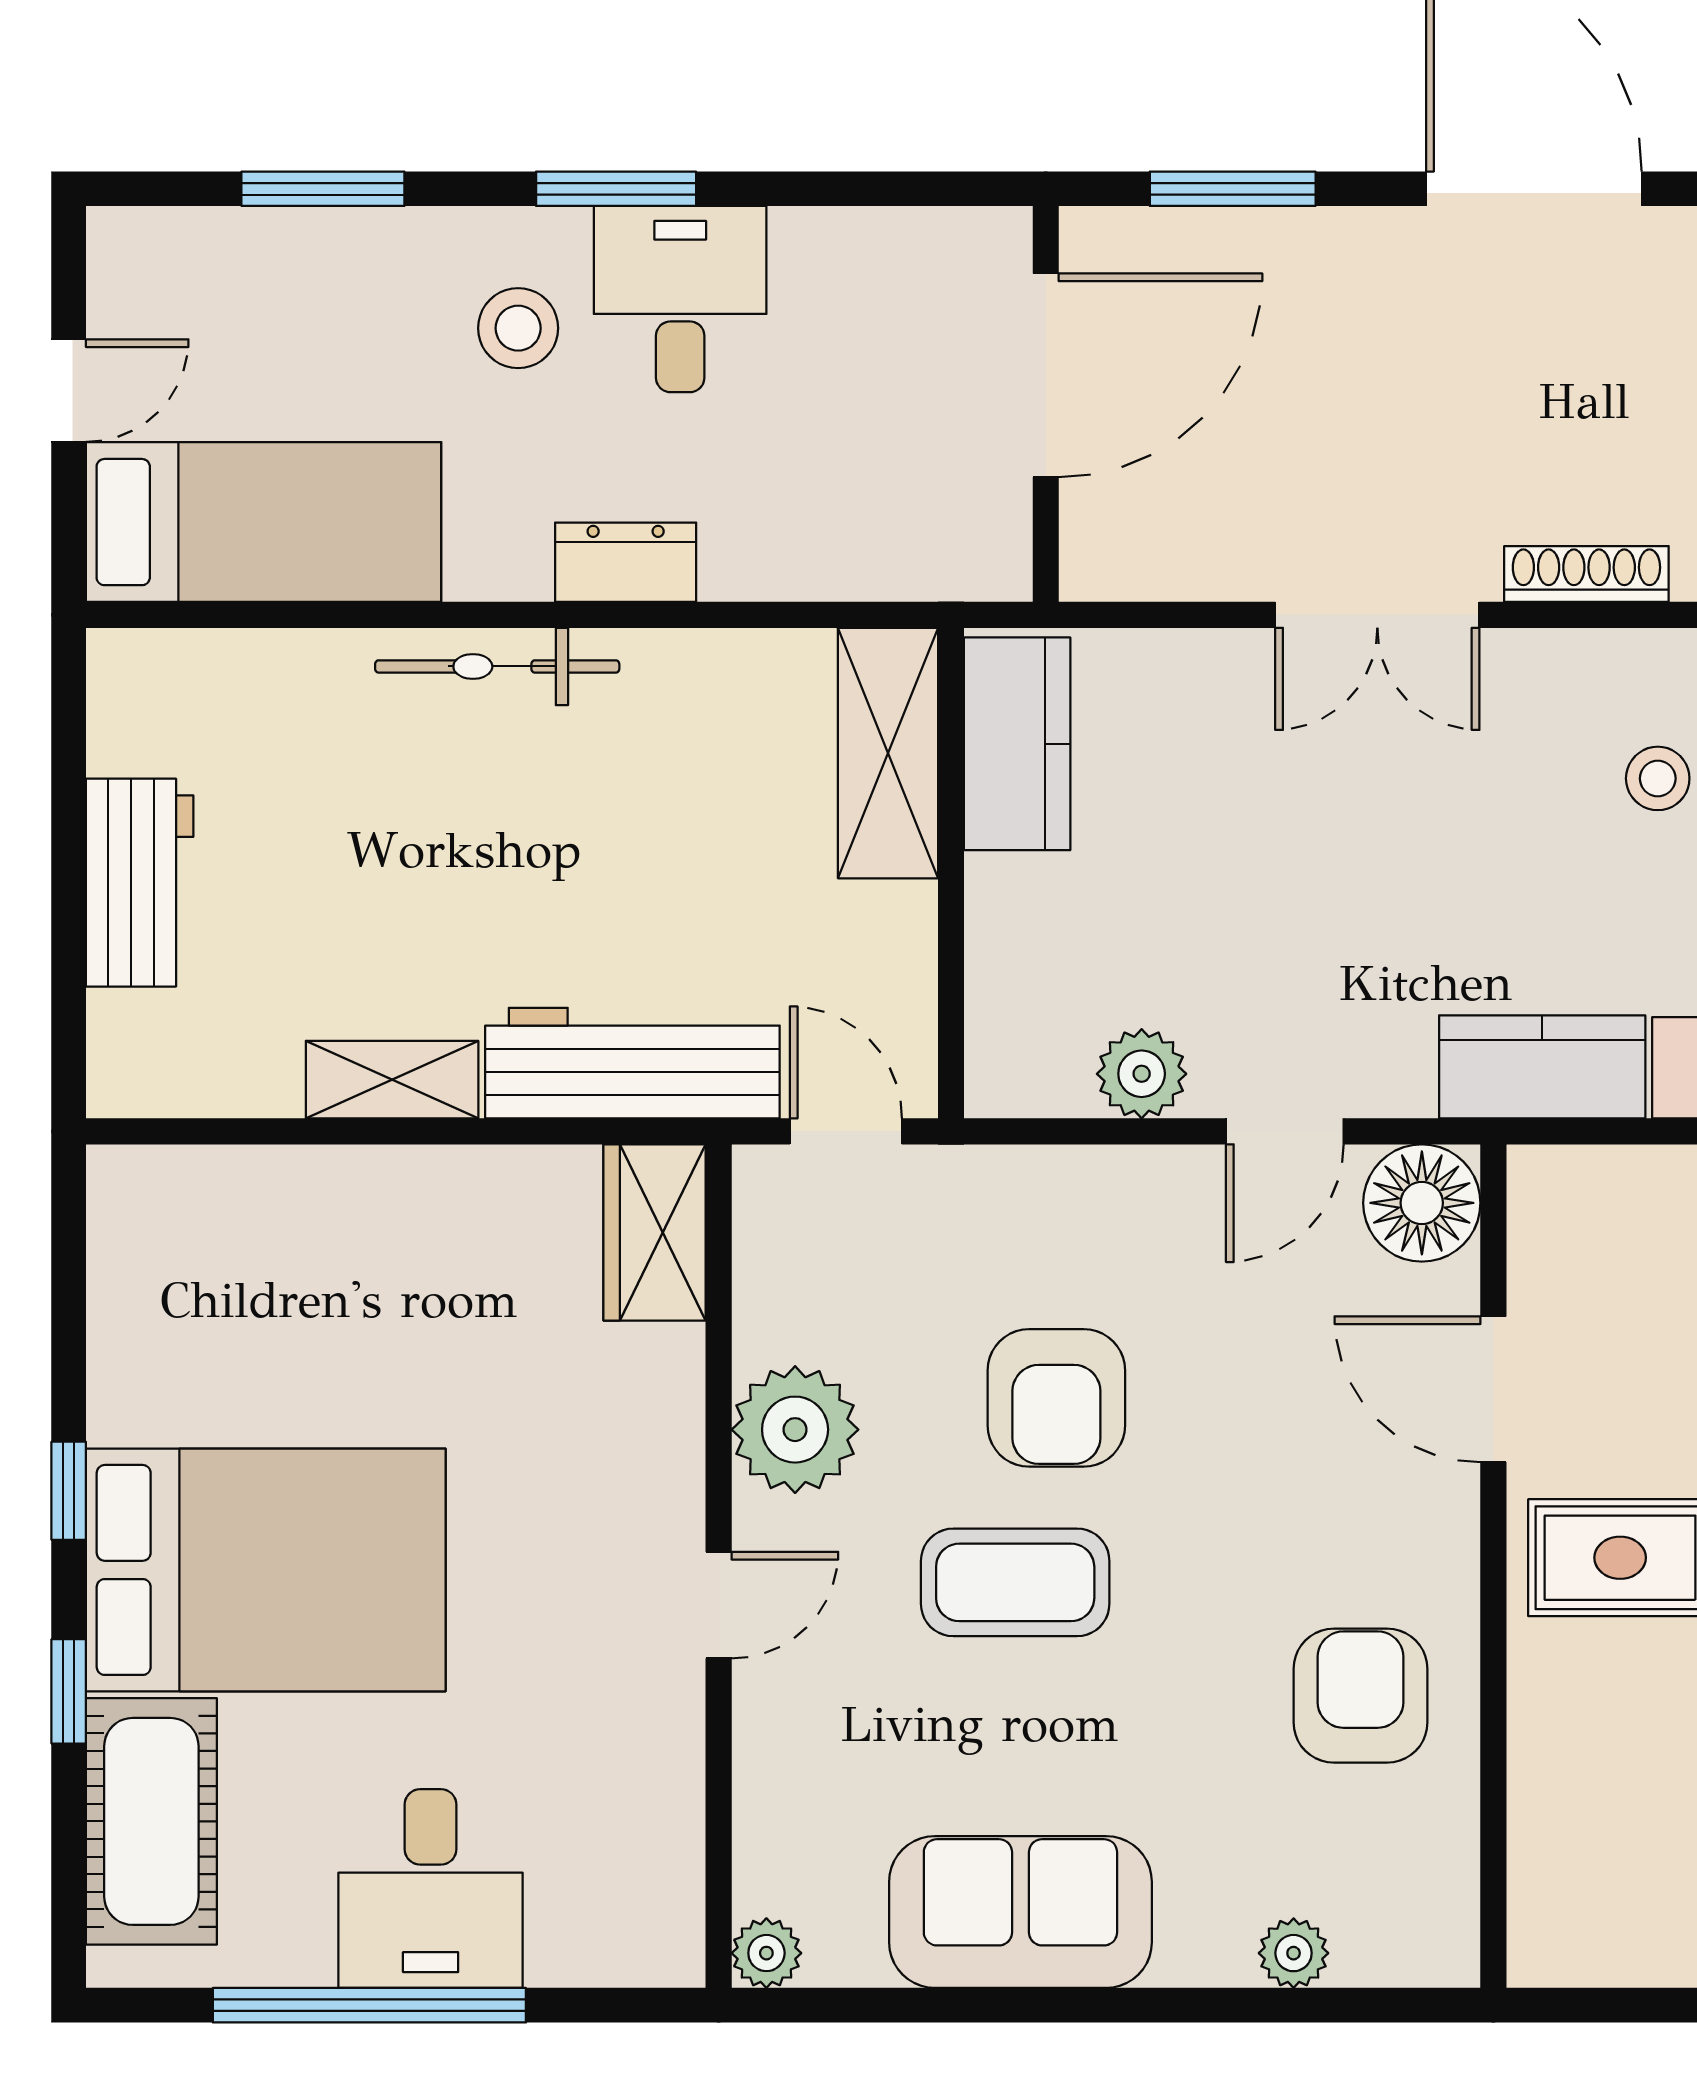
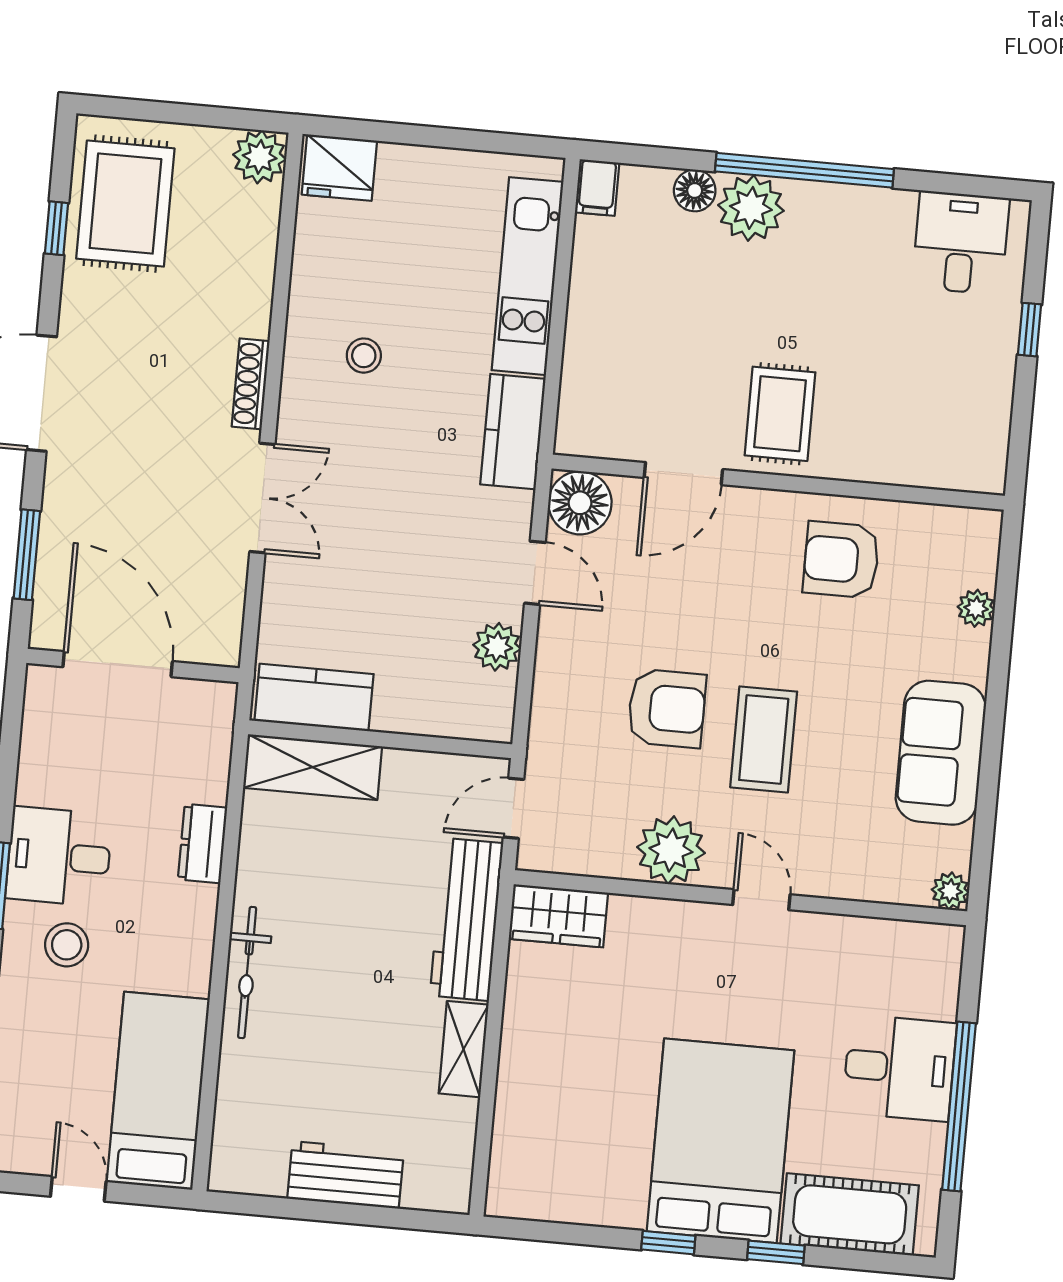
dresser: (626, 562) -> (203, 844), moved

